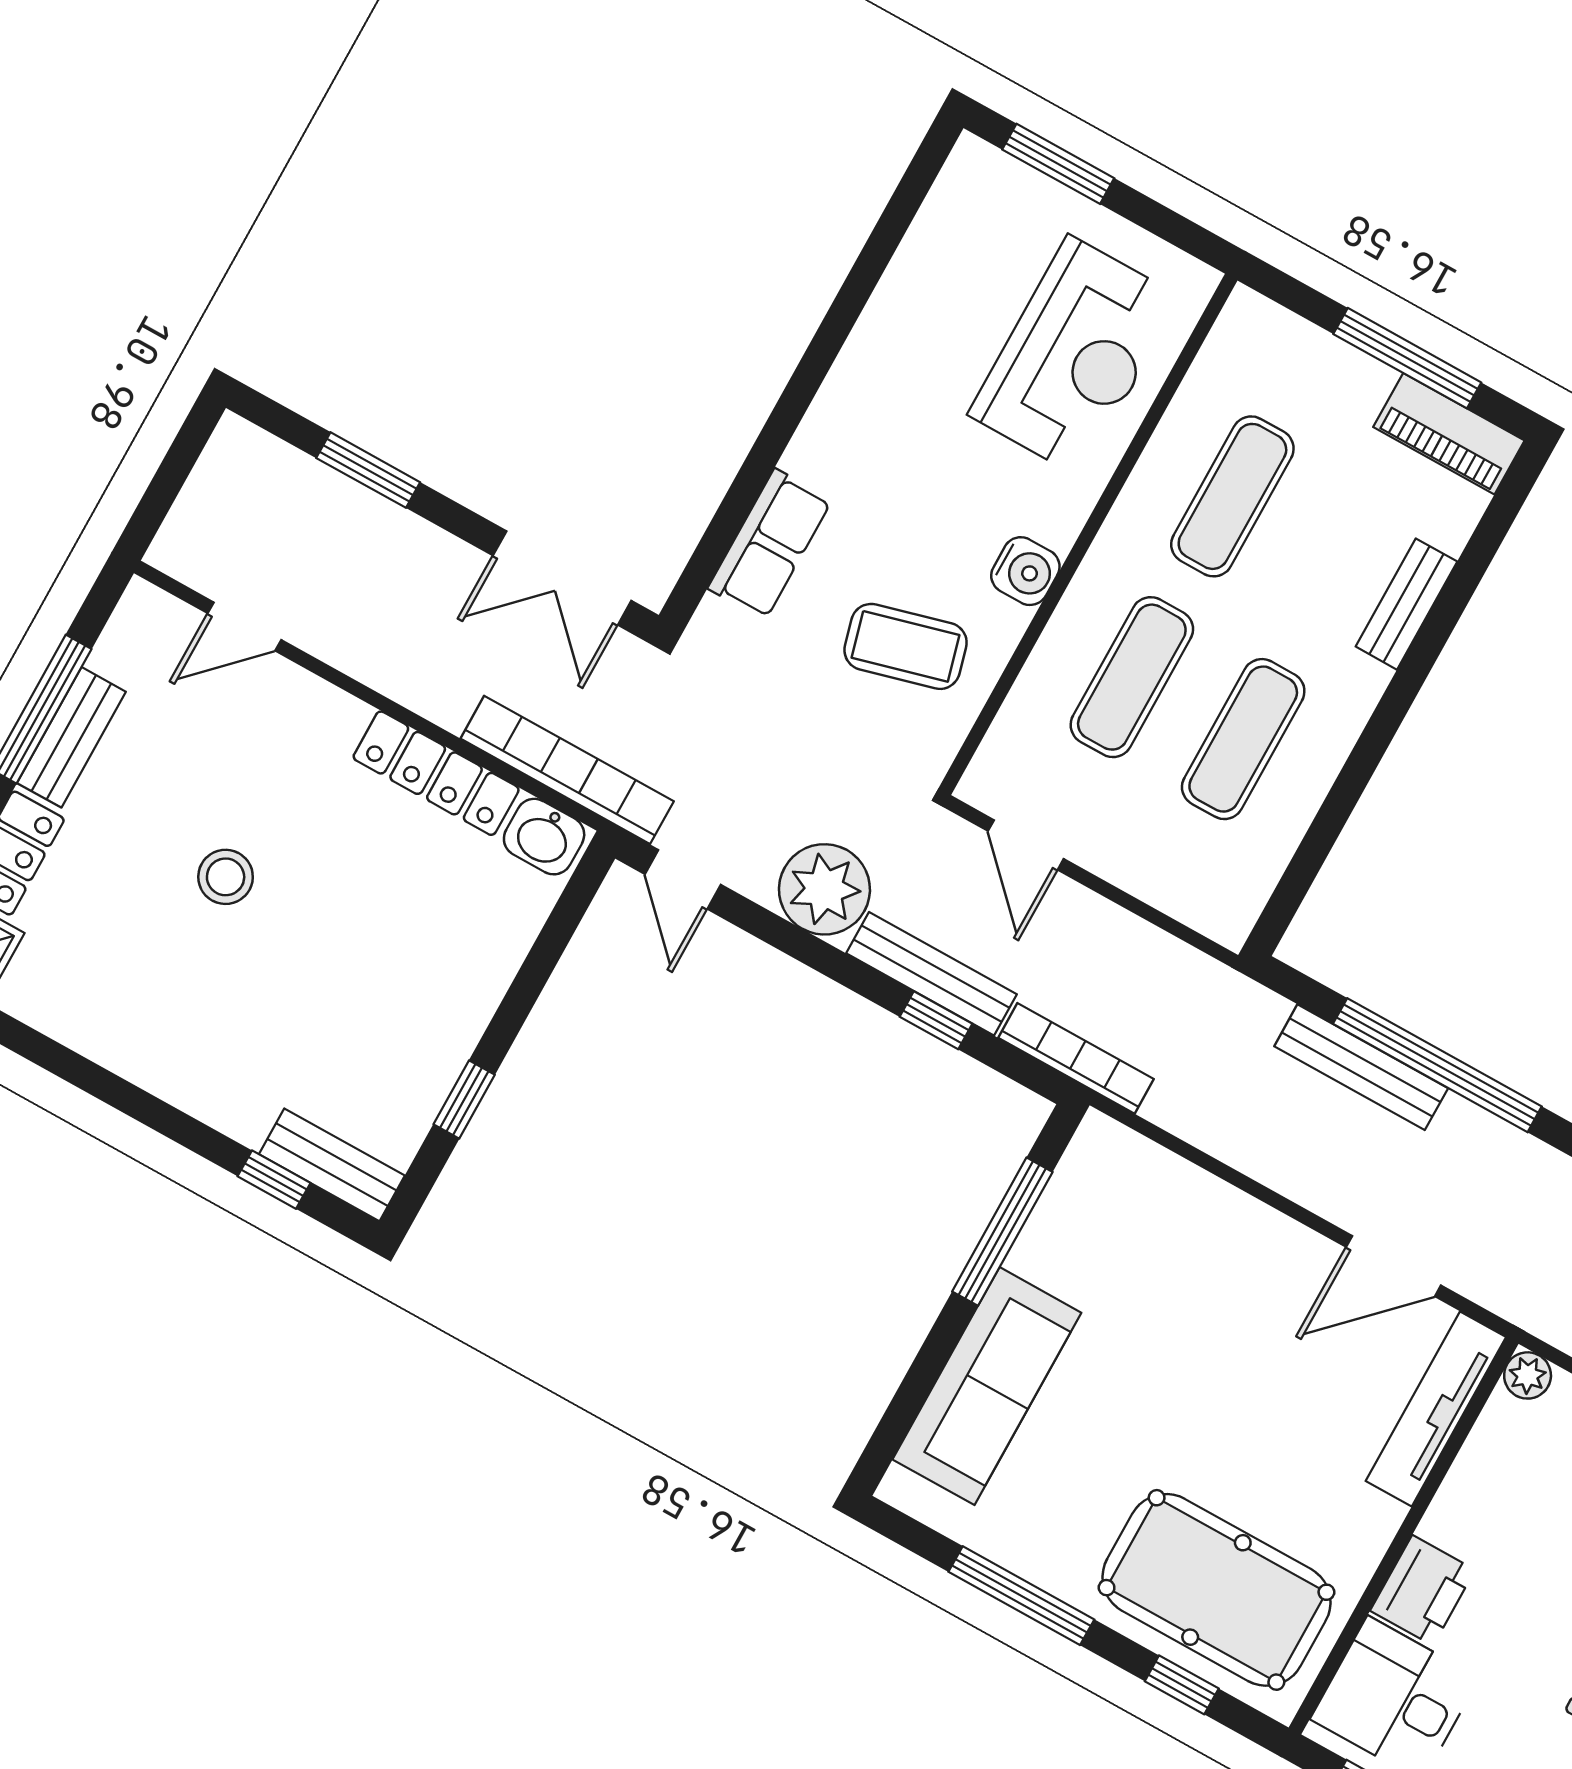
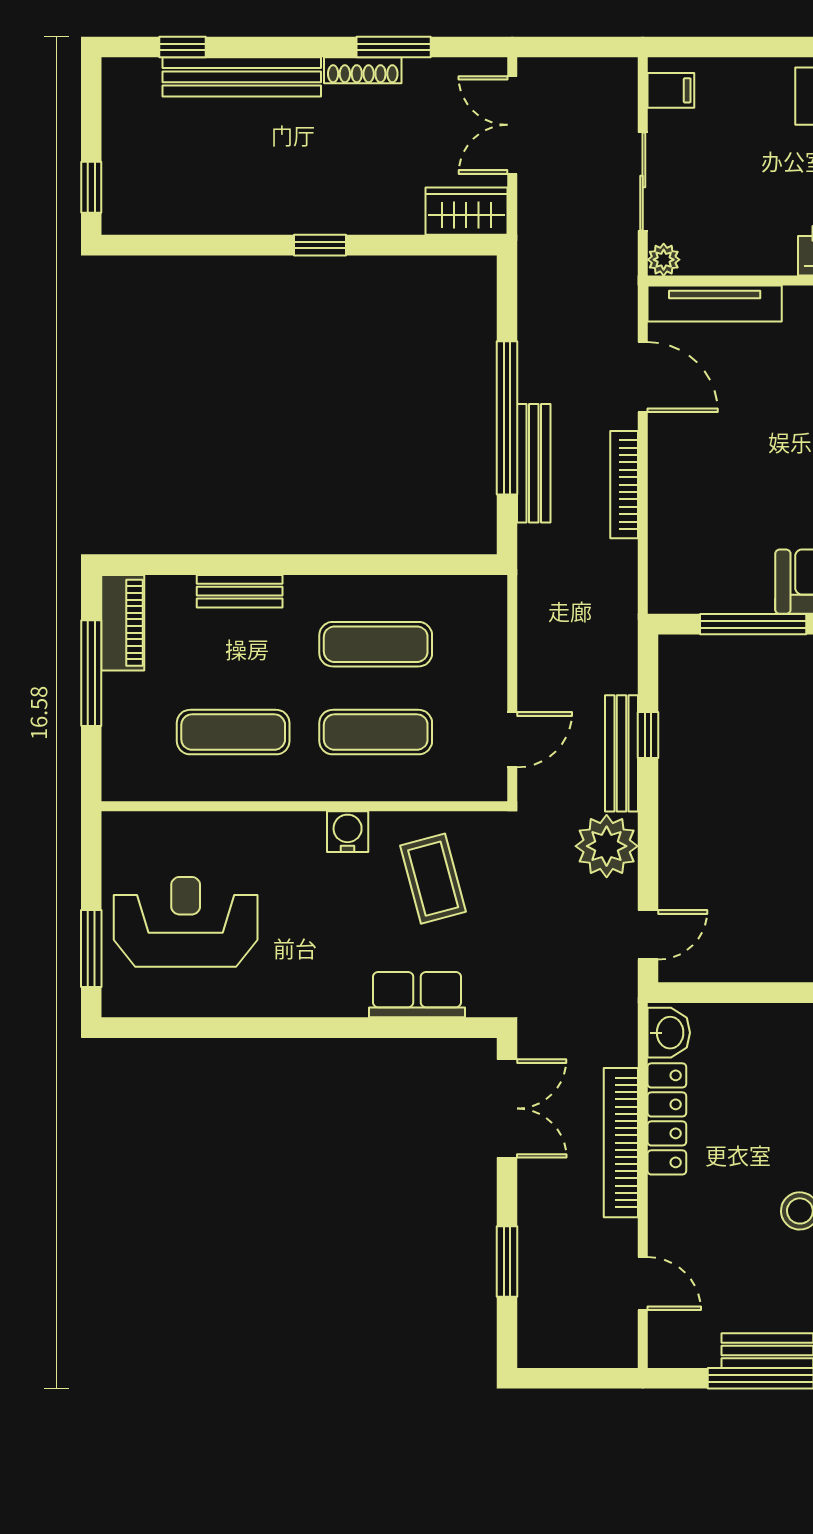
reception desk: (1074, 356) -> (186, 922), moved
bookcase: (567, 770) -> (621, 1143), moved
bookcase: (1076, 1058) -> (624, 485), moved

